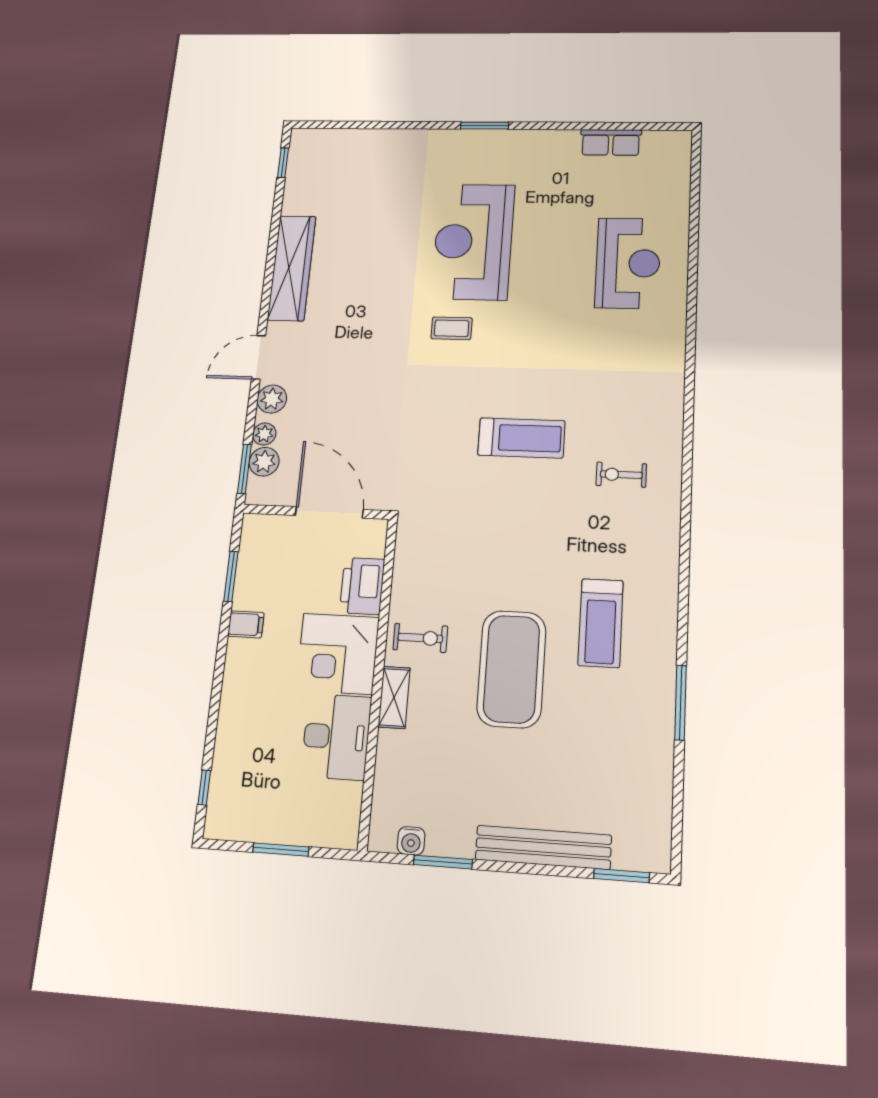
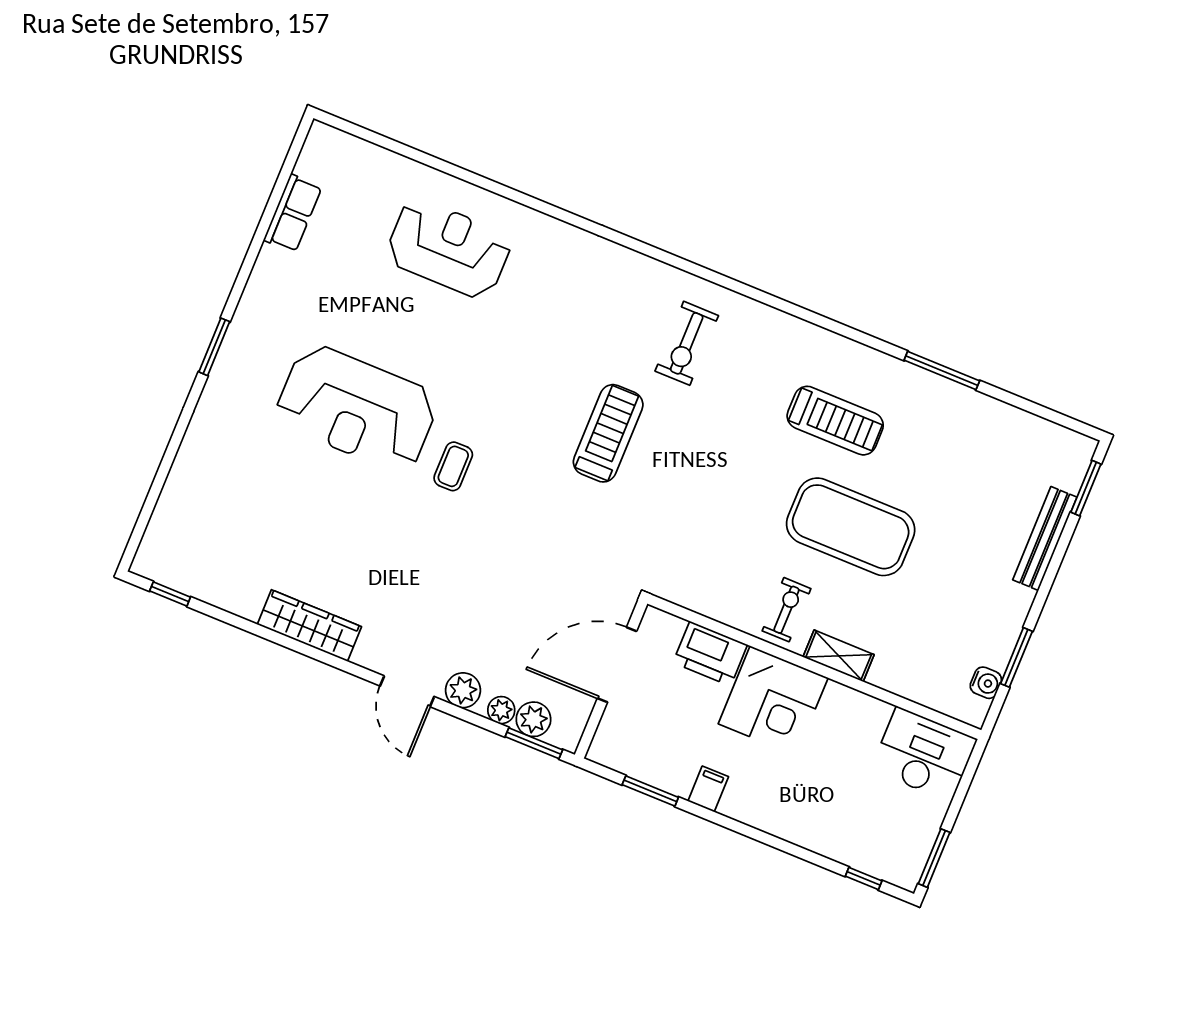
wardrobe: (292, 268) -> (309, 626), width x0.71, depth x0.85
exercise bike: (621, 475) -> (687, 343), width x1.38, depth x1.39
desk: (336, 737) -> (924, 754), moved
bench: (543, 847) -> (1045, 538), width x0.73, depth x0.82
window: (281, 850) -> (934, 858), moved

